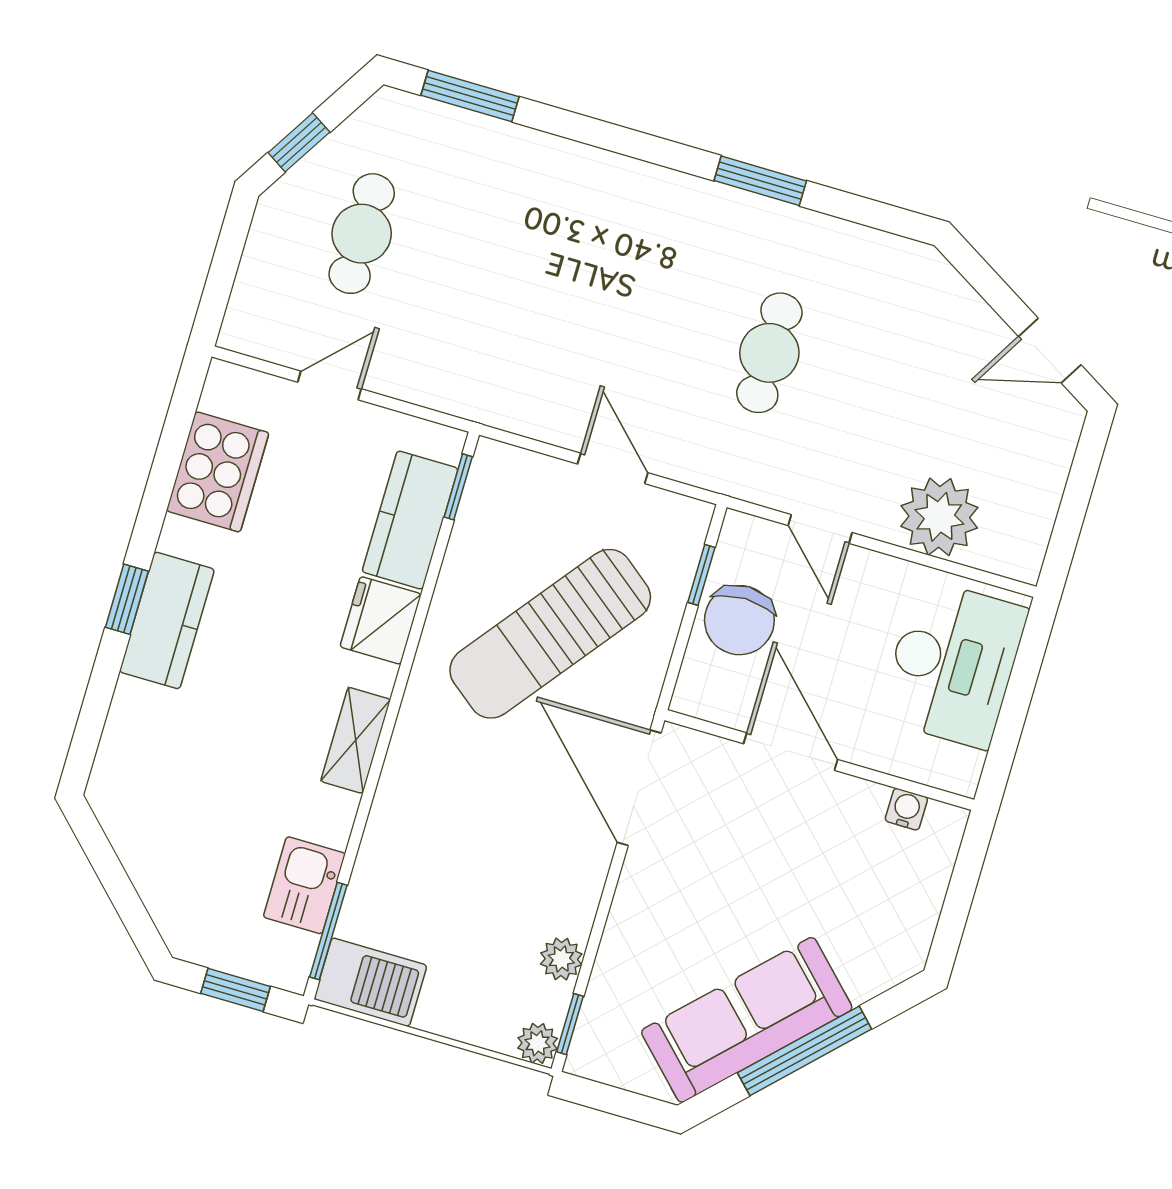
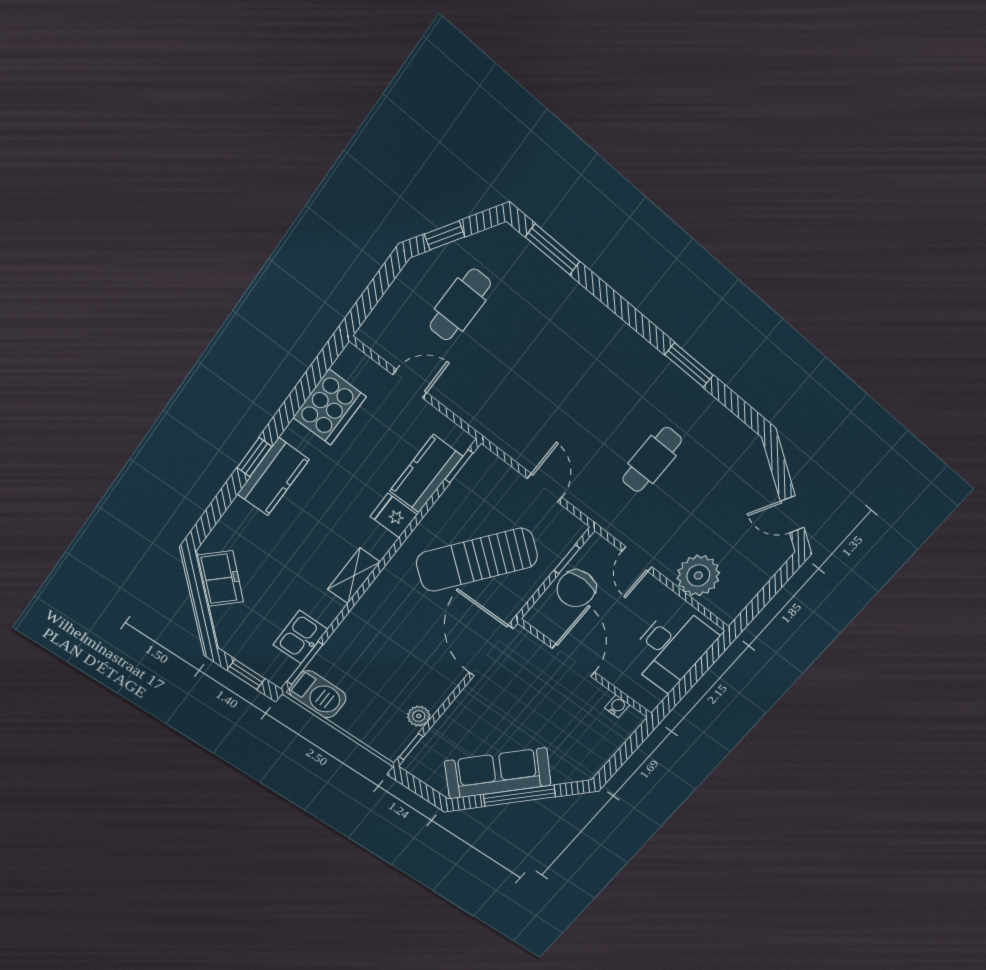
fridge: (381, 620) -> (394, 516), width x0.72
freezer: (138, 829) -> (220, 579), added
plant: (538, 1043) -> (391, 750), removed

